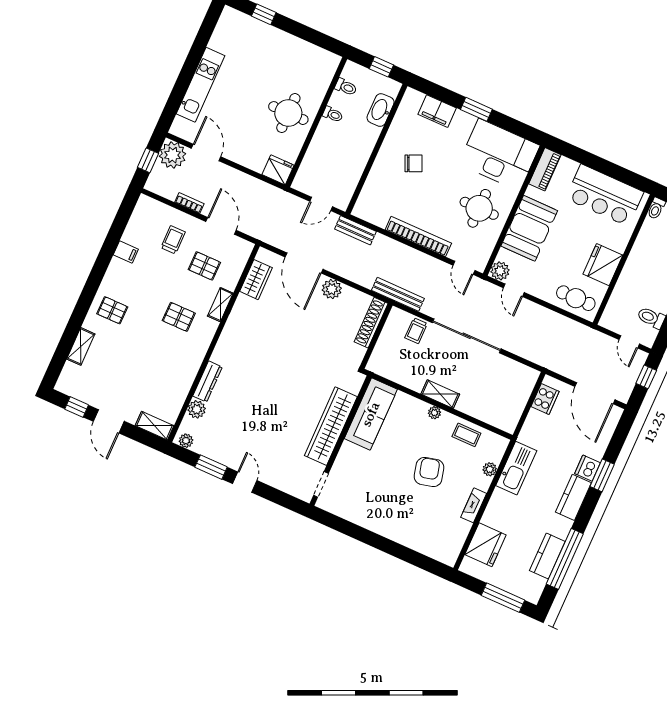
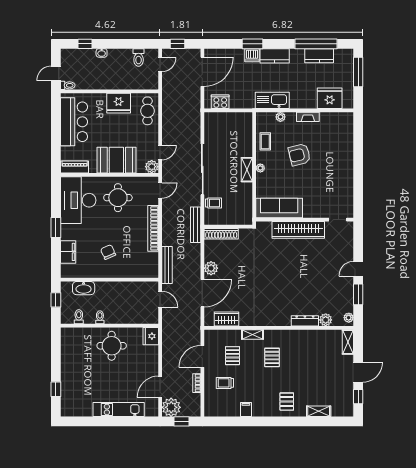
bench: (355, 230) -> (167, 265), width x1.36

